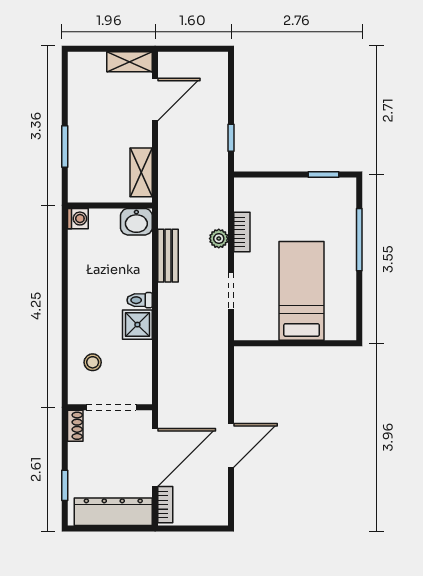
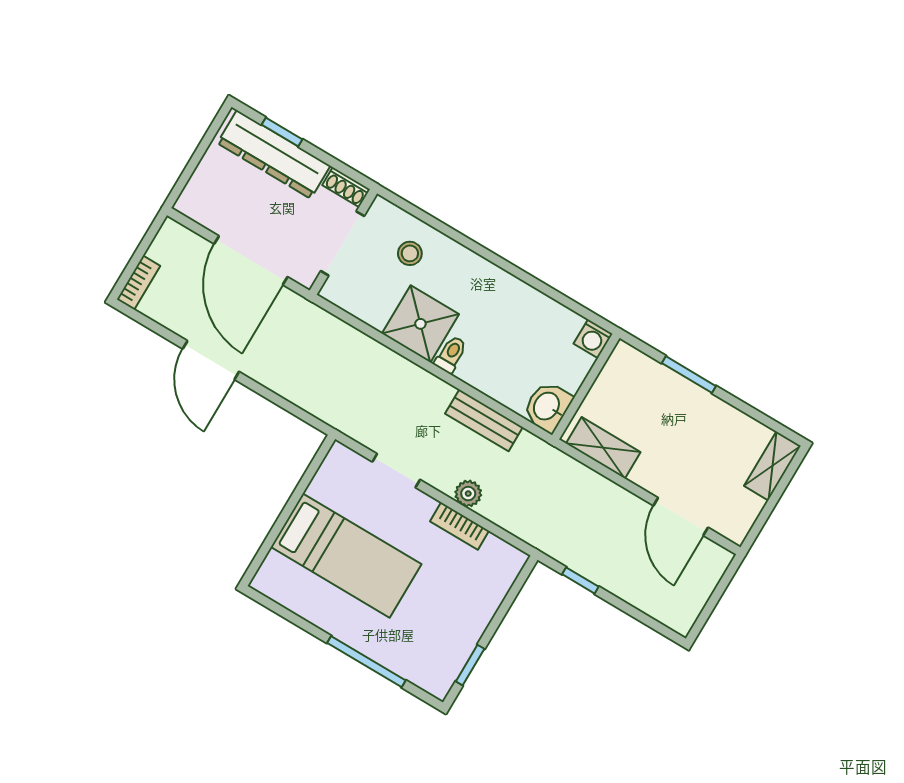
shelving: (130, 62) -> (772, 466), moved
shower: (137, 325) -> (420, 324), width x1.36, depth x1.36
bookcase: (165, 505) -> (139, 283), moved, turned -90
dresser: (113, 512) -> (274, 154), moved, turned 90

